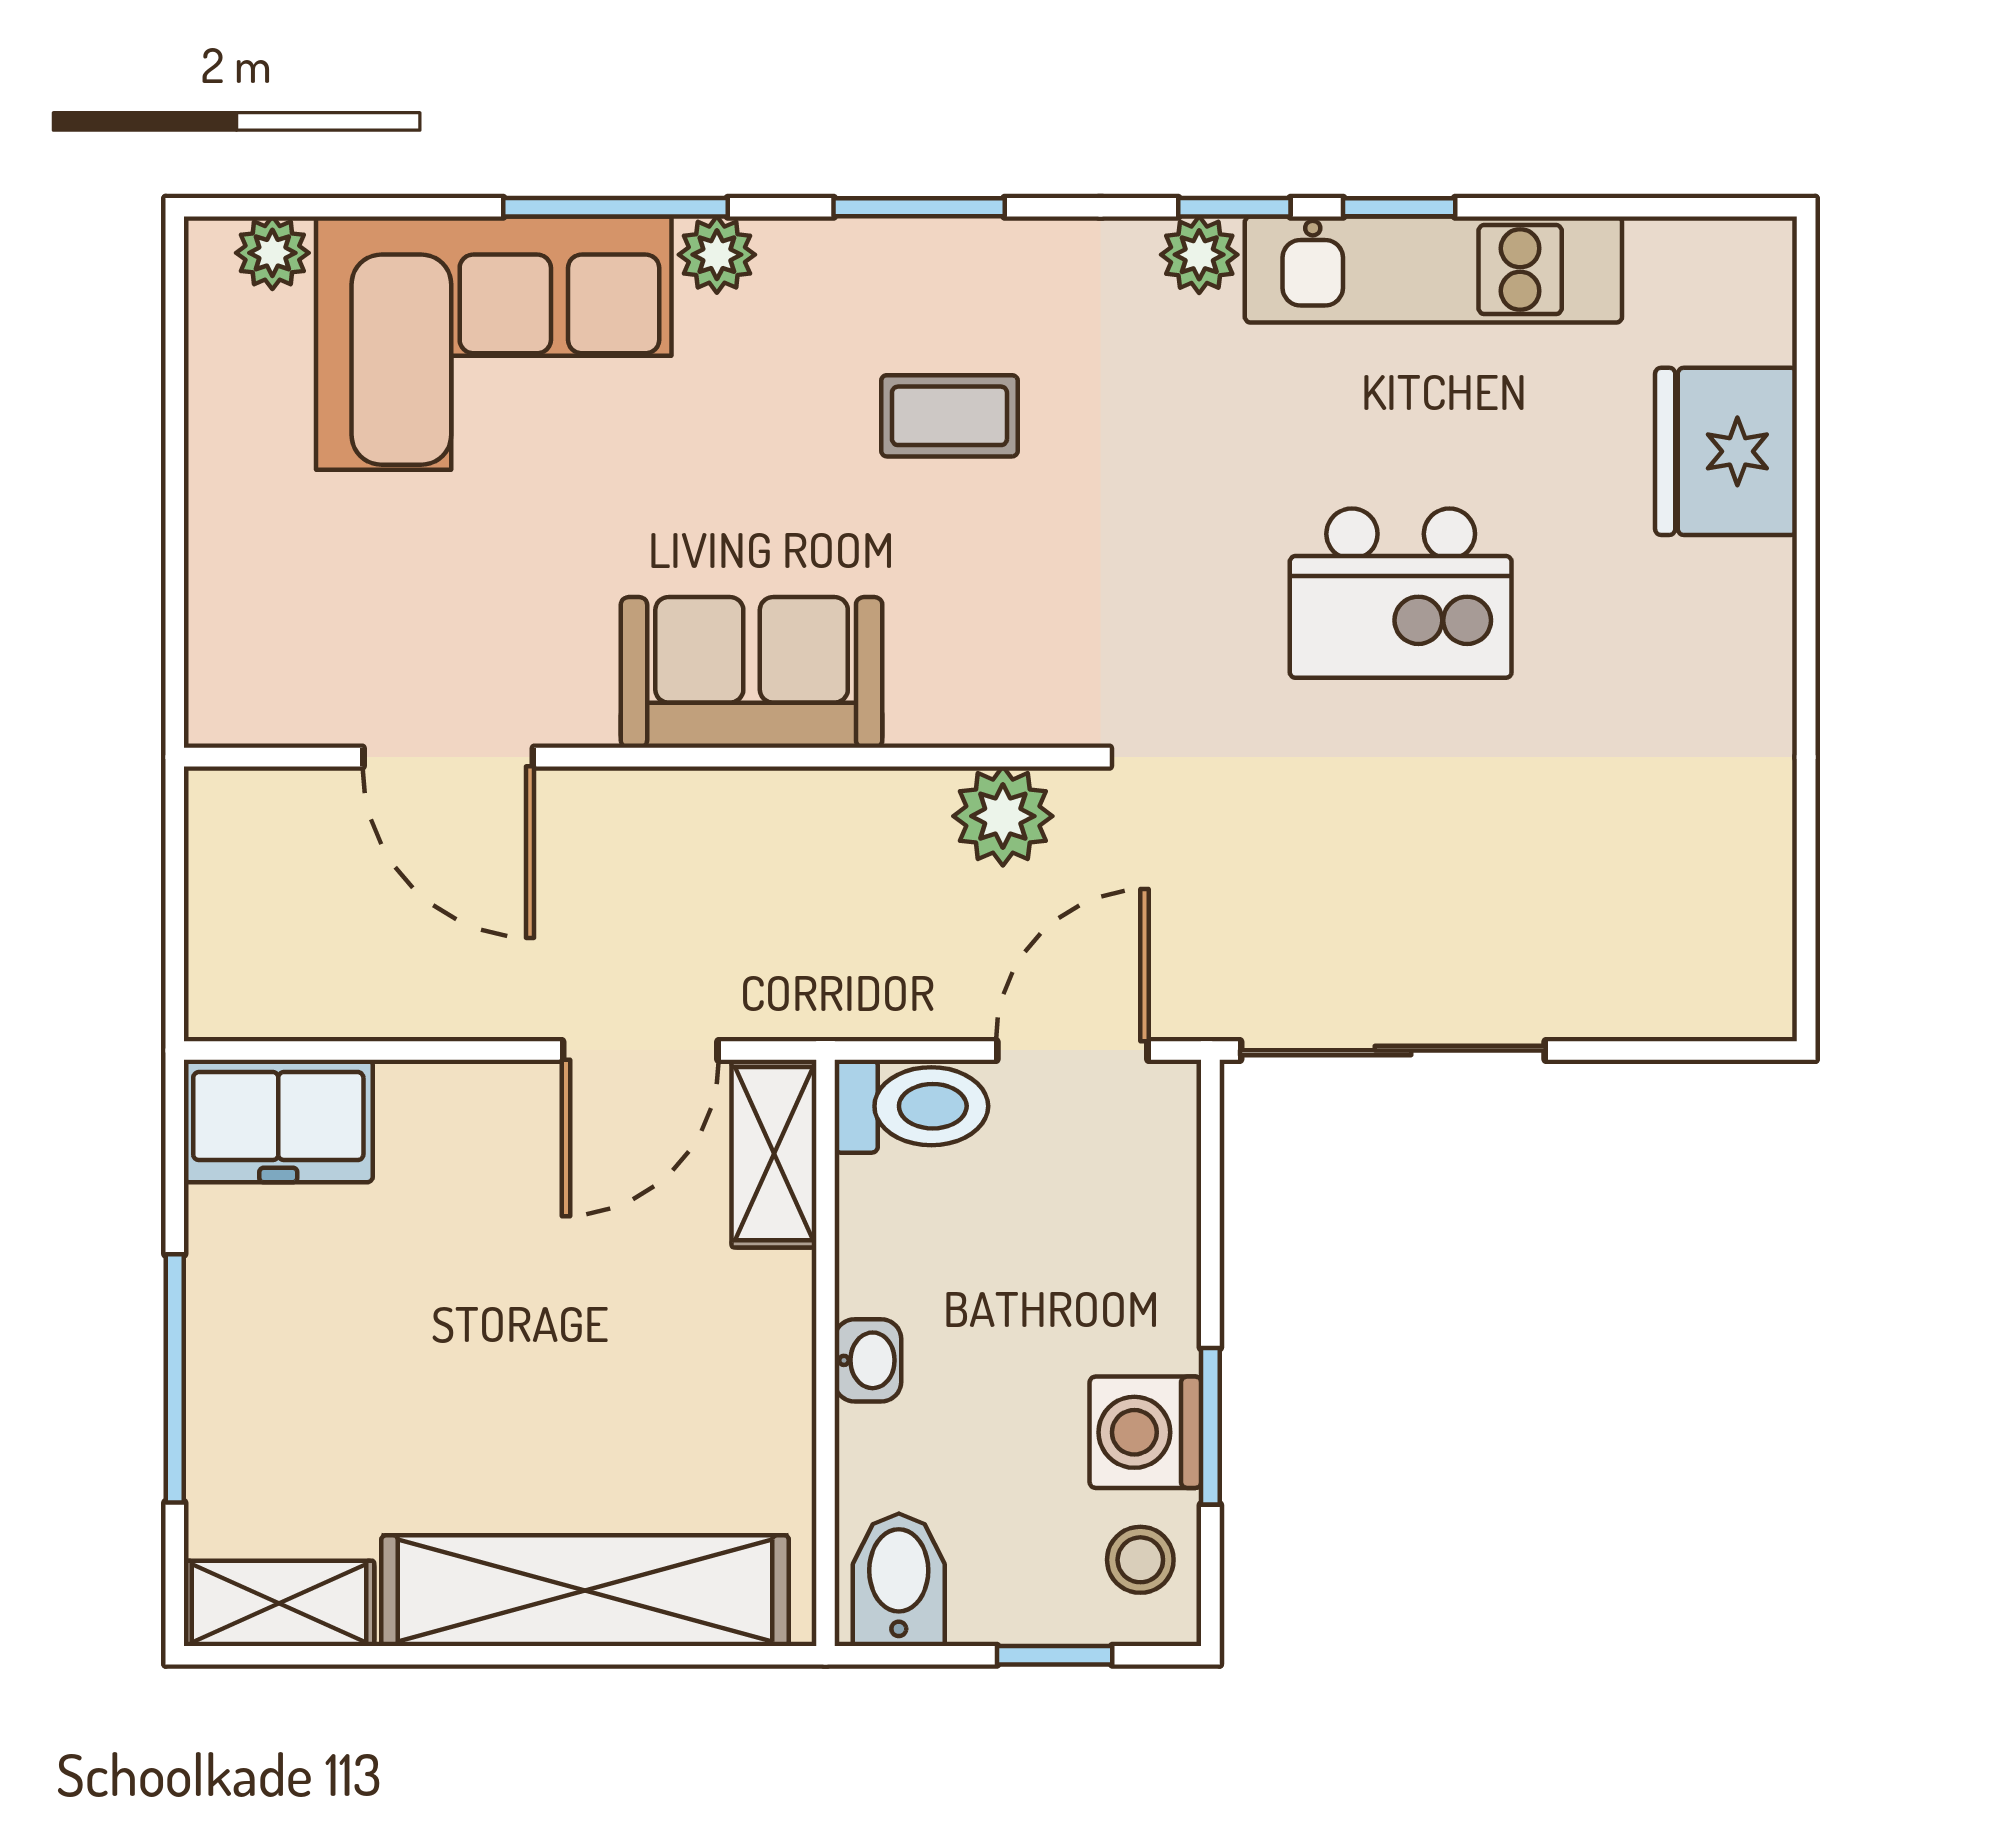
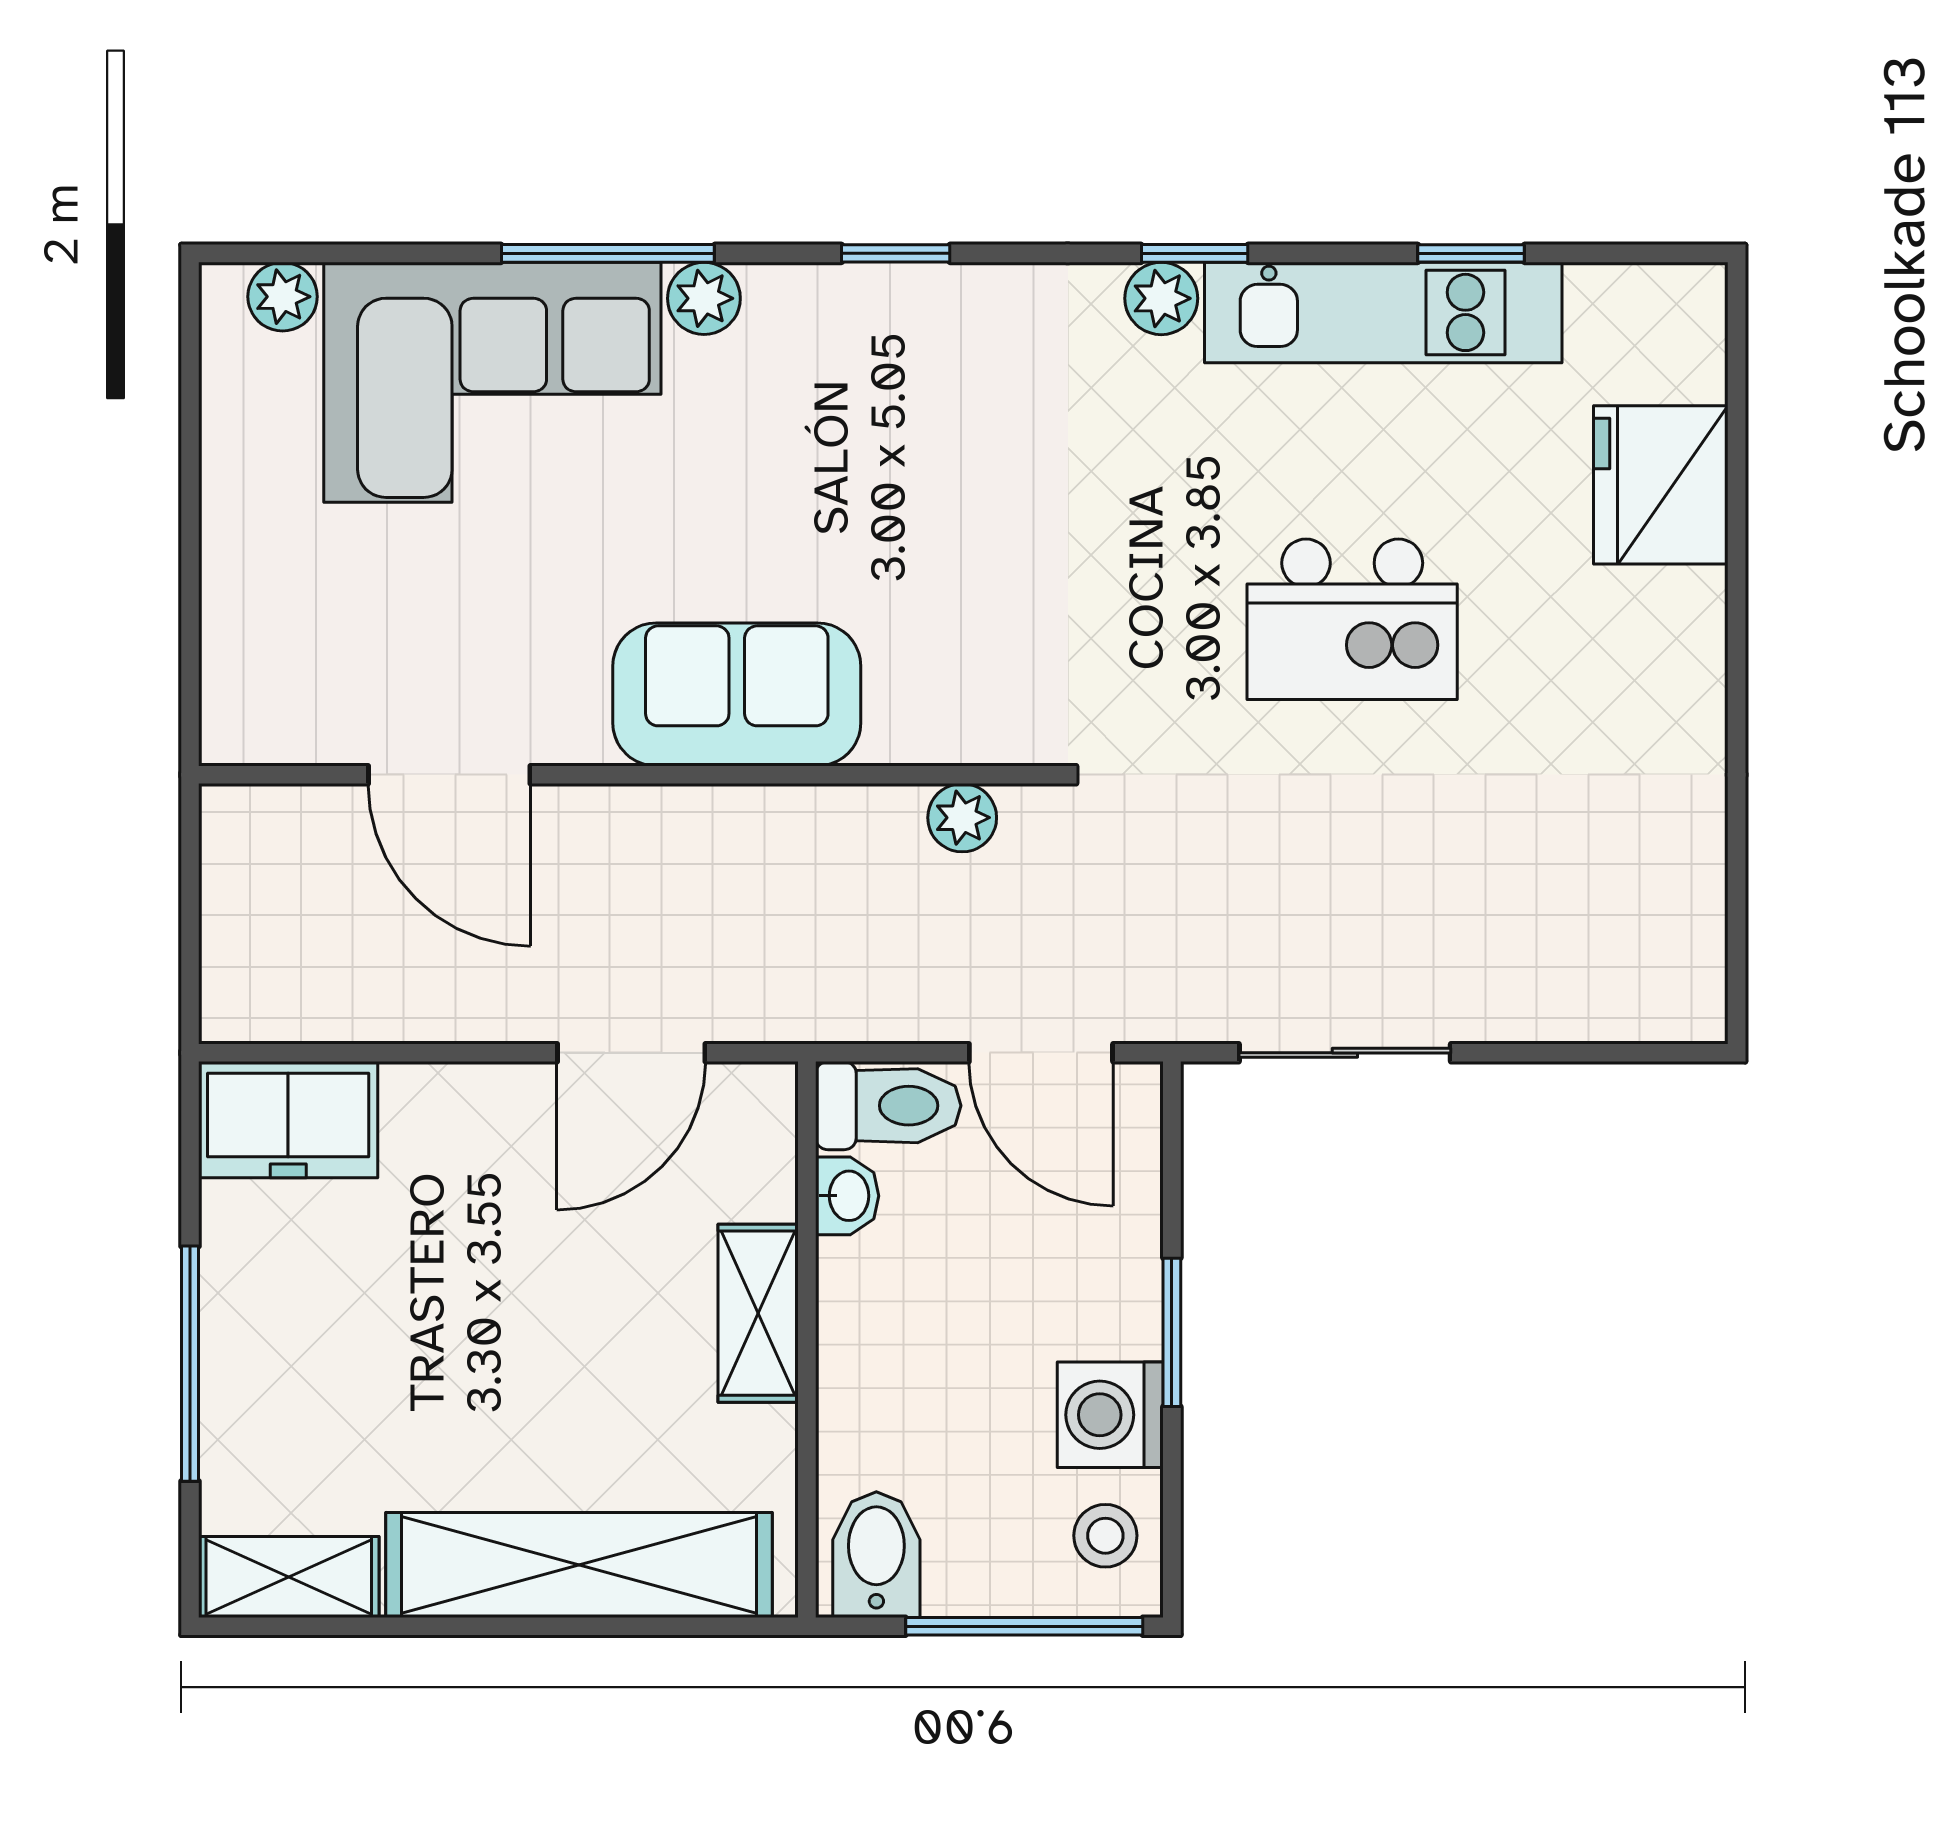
window: (919, 207) -> (896, 253), width x0.67
window: (1399, 207) -> (1471, 253), moved
coffee table: (949, 416) -> (924, 451), removed
plant: (1003, 816) -> (962, 818), width x0.73, depth x0.73
door: (1072, 1050) -> (1041, 1053), swing flipped
sliding door: (1393, 1050) -> (1345, 1053), width x0.73
shelving: (774, 1154) -> (758, 1313), moved
washbasin: (868, 1360) -> (847, 1196), moved
window: (1210, 1426) -> (1172, 1332), moved
window: (1055, 1655) -> (1024, 1626), width x2.17

